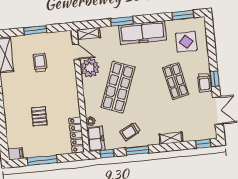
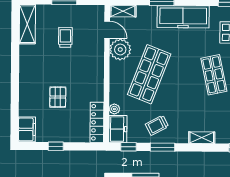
filing cabinet: (16, 154) -> (27, 129), width x2.00
window: (42, 160) -> (56, 146), width x0.46

